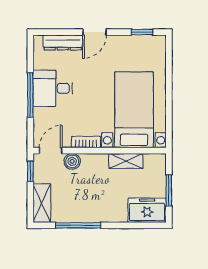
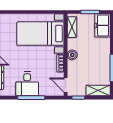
boiler: (72, 161) -> (72, 55), moved
shelving: (126, 161) -> (72, 27), moved

